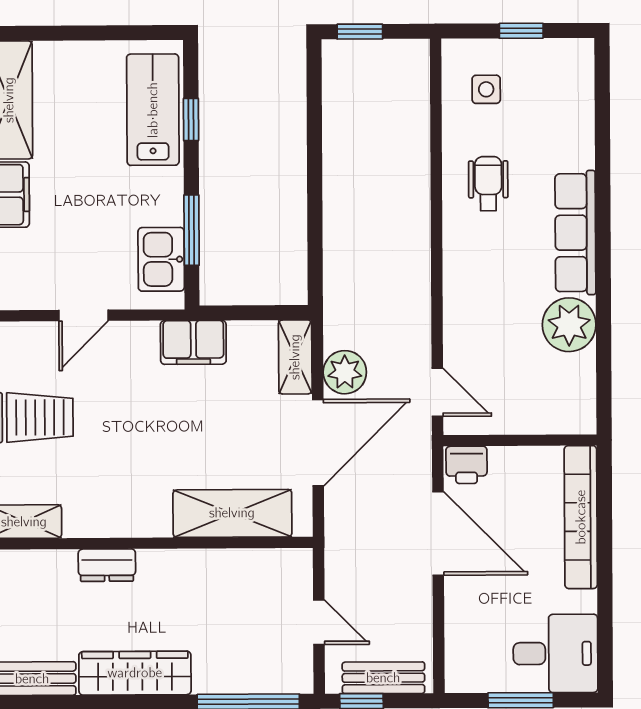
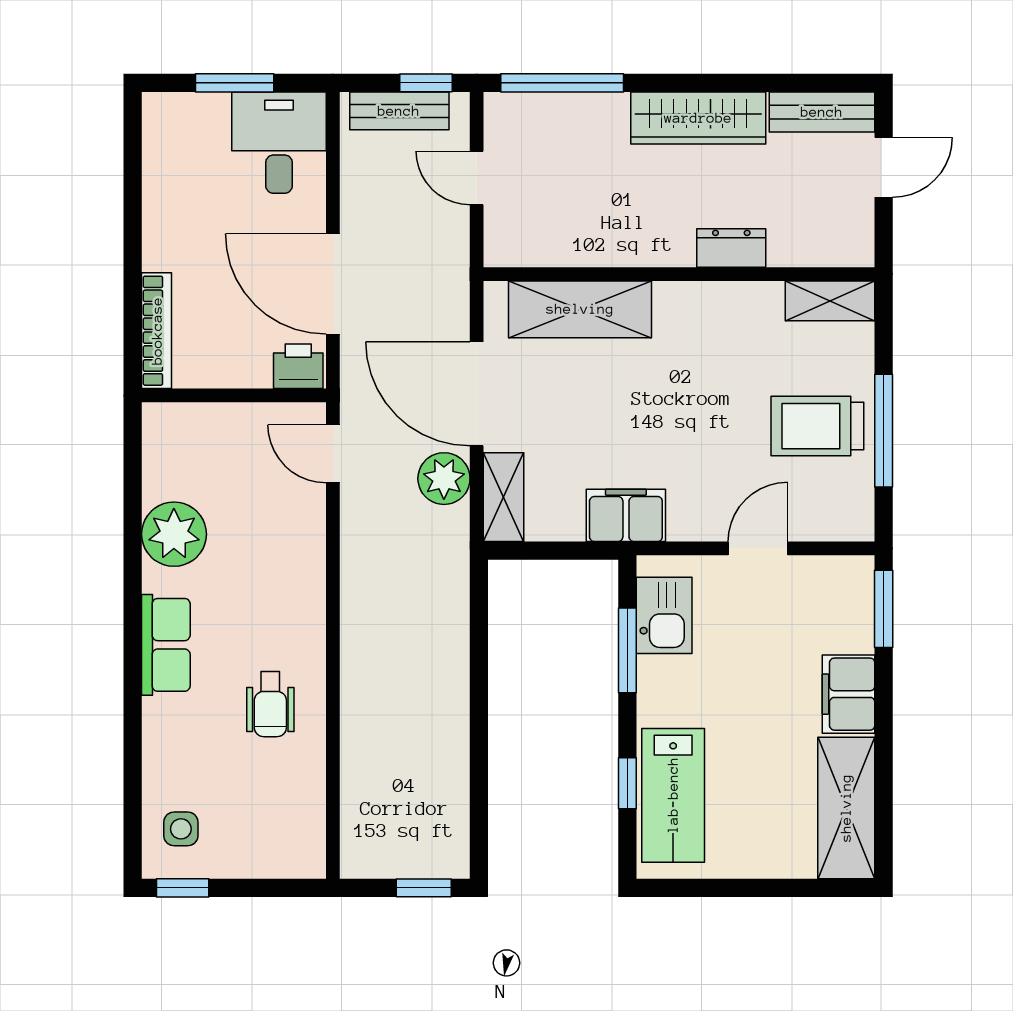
window: (521, 31) -> (183, 888), moved
side table: (486, 89) -> (181, 829), moved
row of seats: (575, 233) -> (166, 645), width x0.68
door: (318, 443) -> (477, 394), hinge flipped
bookcase: (581, 517) -> (157, 331), width x0.68, depth x0.76
desk: (555, 653) -> (279, 143), moved, turned 90

